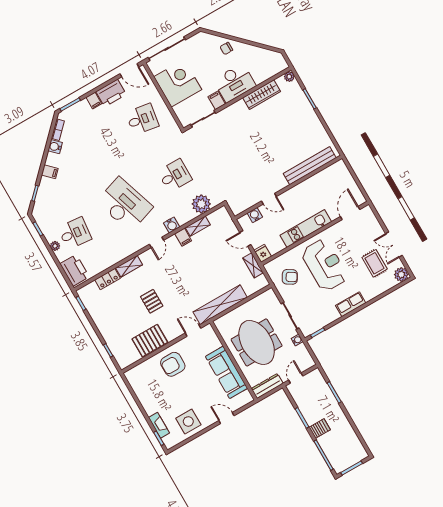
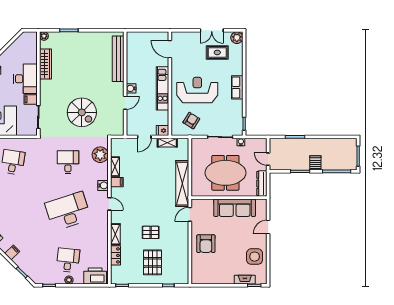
spiral stairs: (234, 160) -> (82, 112), added
water cooler: (255, 215) -> (131, 88), moved
pallet: (150, 341) -> (153, 262), moved

